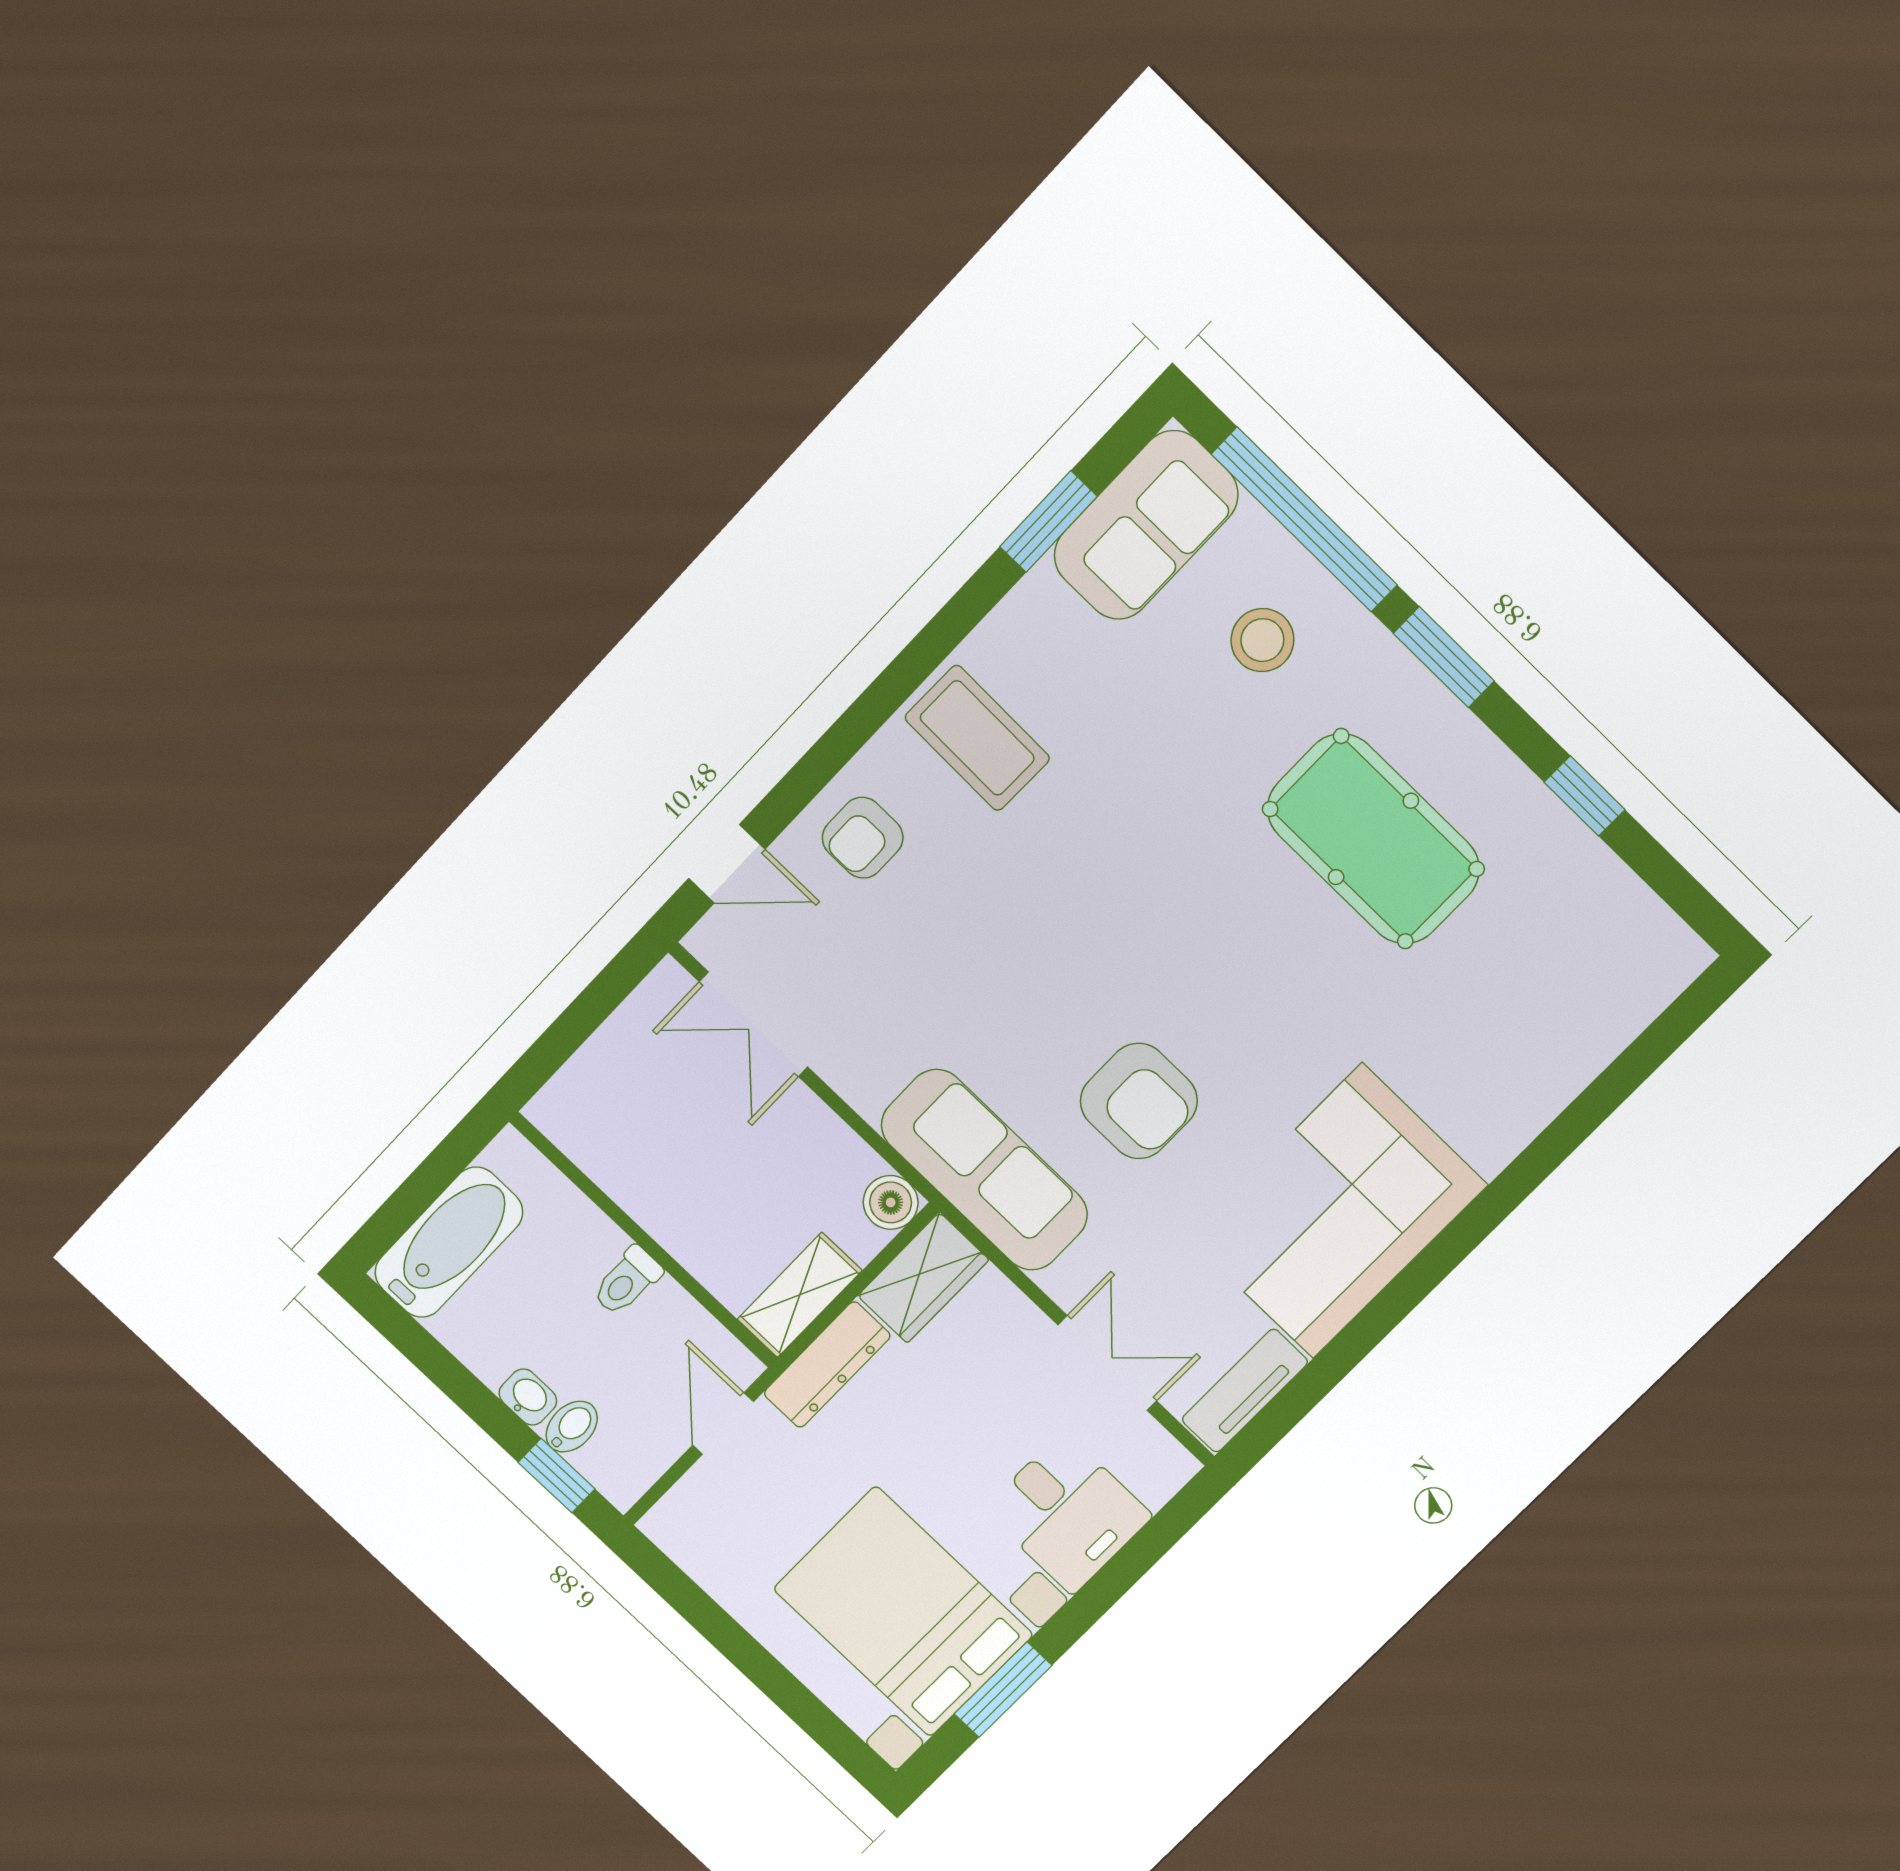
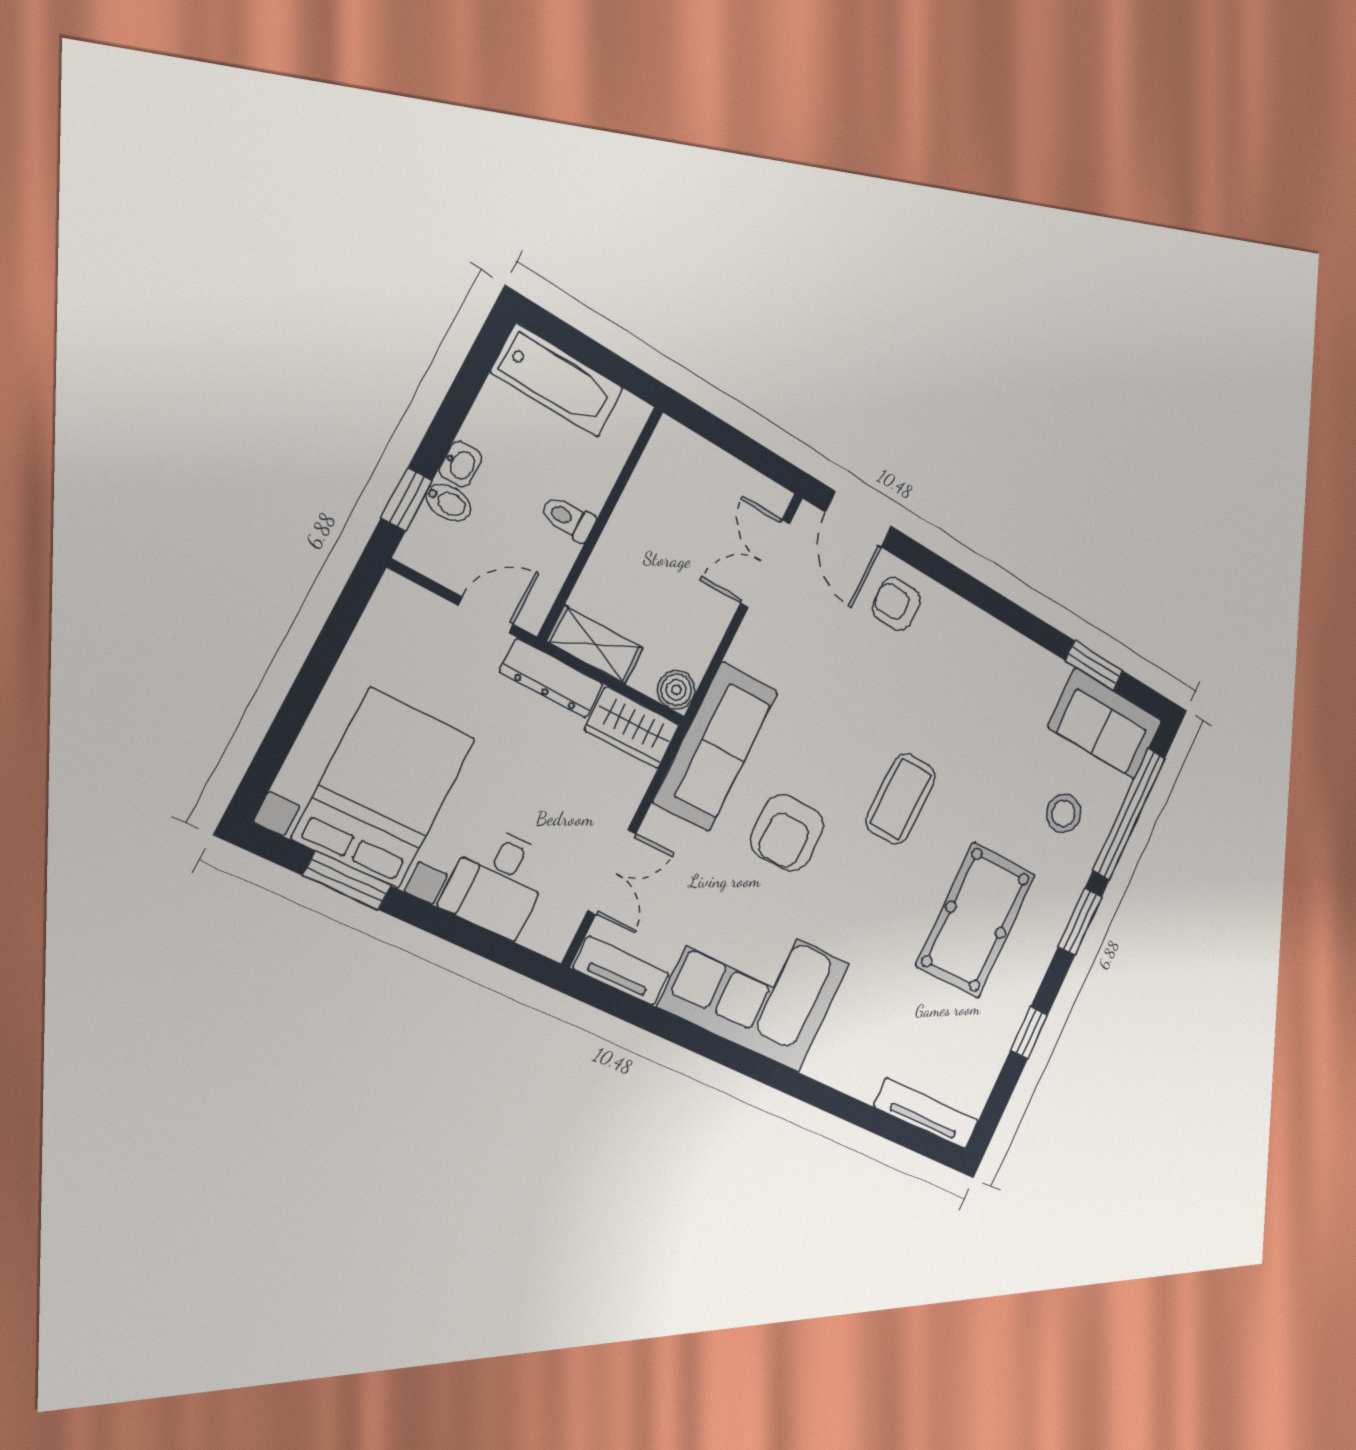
coffee table: (977, 738) -> (901, 799), moved
door: (727, 864) -> (858, 519), width x1.37
tv unit: (1636, 1004) -> (926, 1113), added

